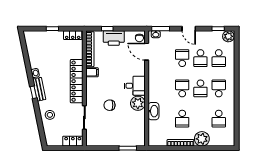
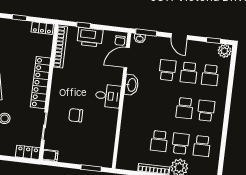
door: (147, 52) -> (127, 58), hinge flipped
filing cabinet: (92, 72) -> (50, 155), moved
school desk: (182, 88) -> (180, 144), moved
plant: (138, 103) -> (109, 117), removed
washbasin: (153, 111) -> (131, 85), moved

